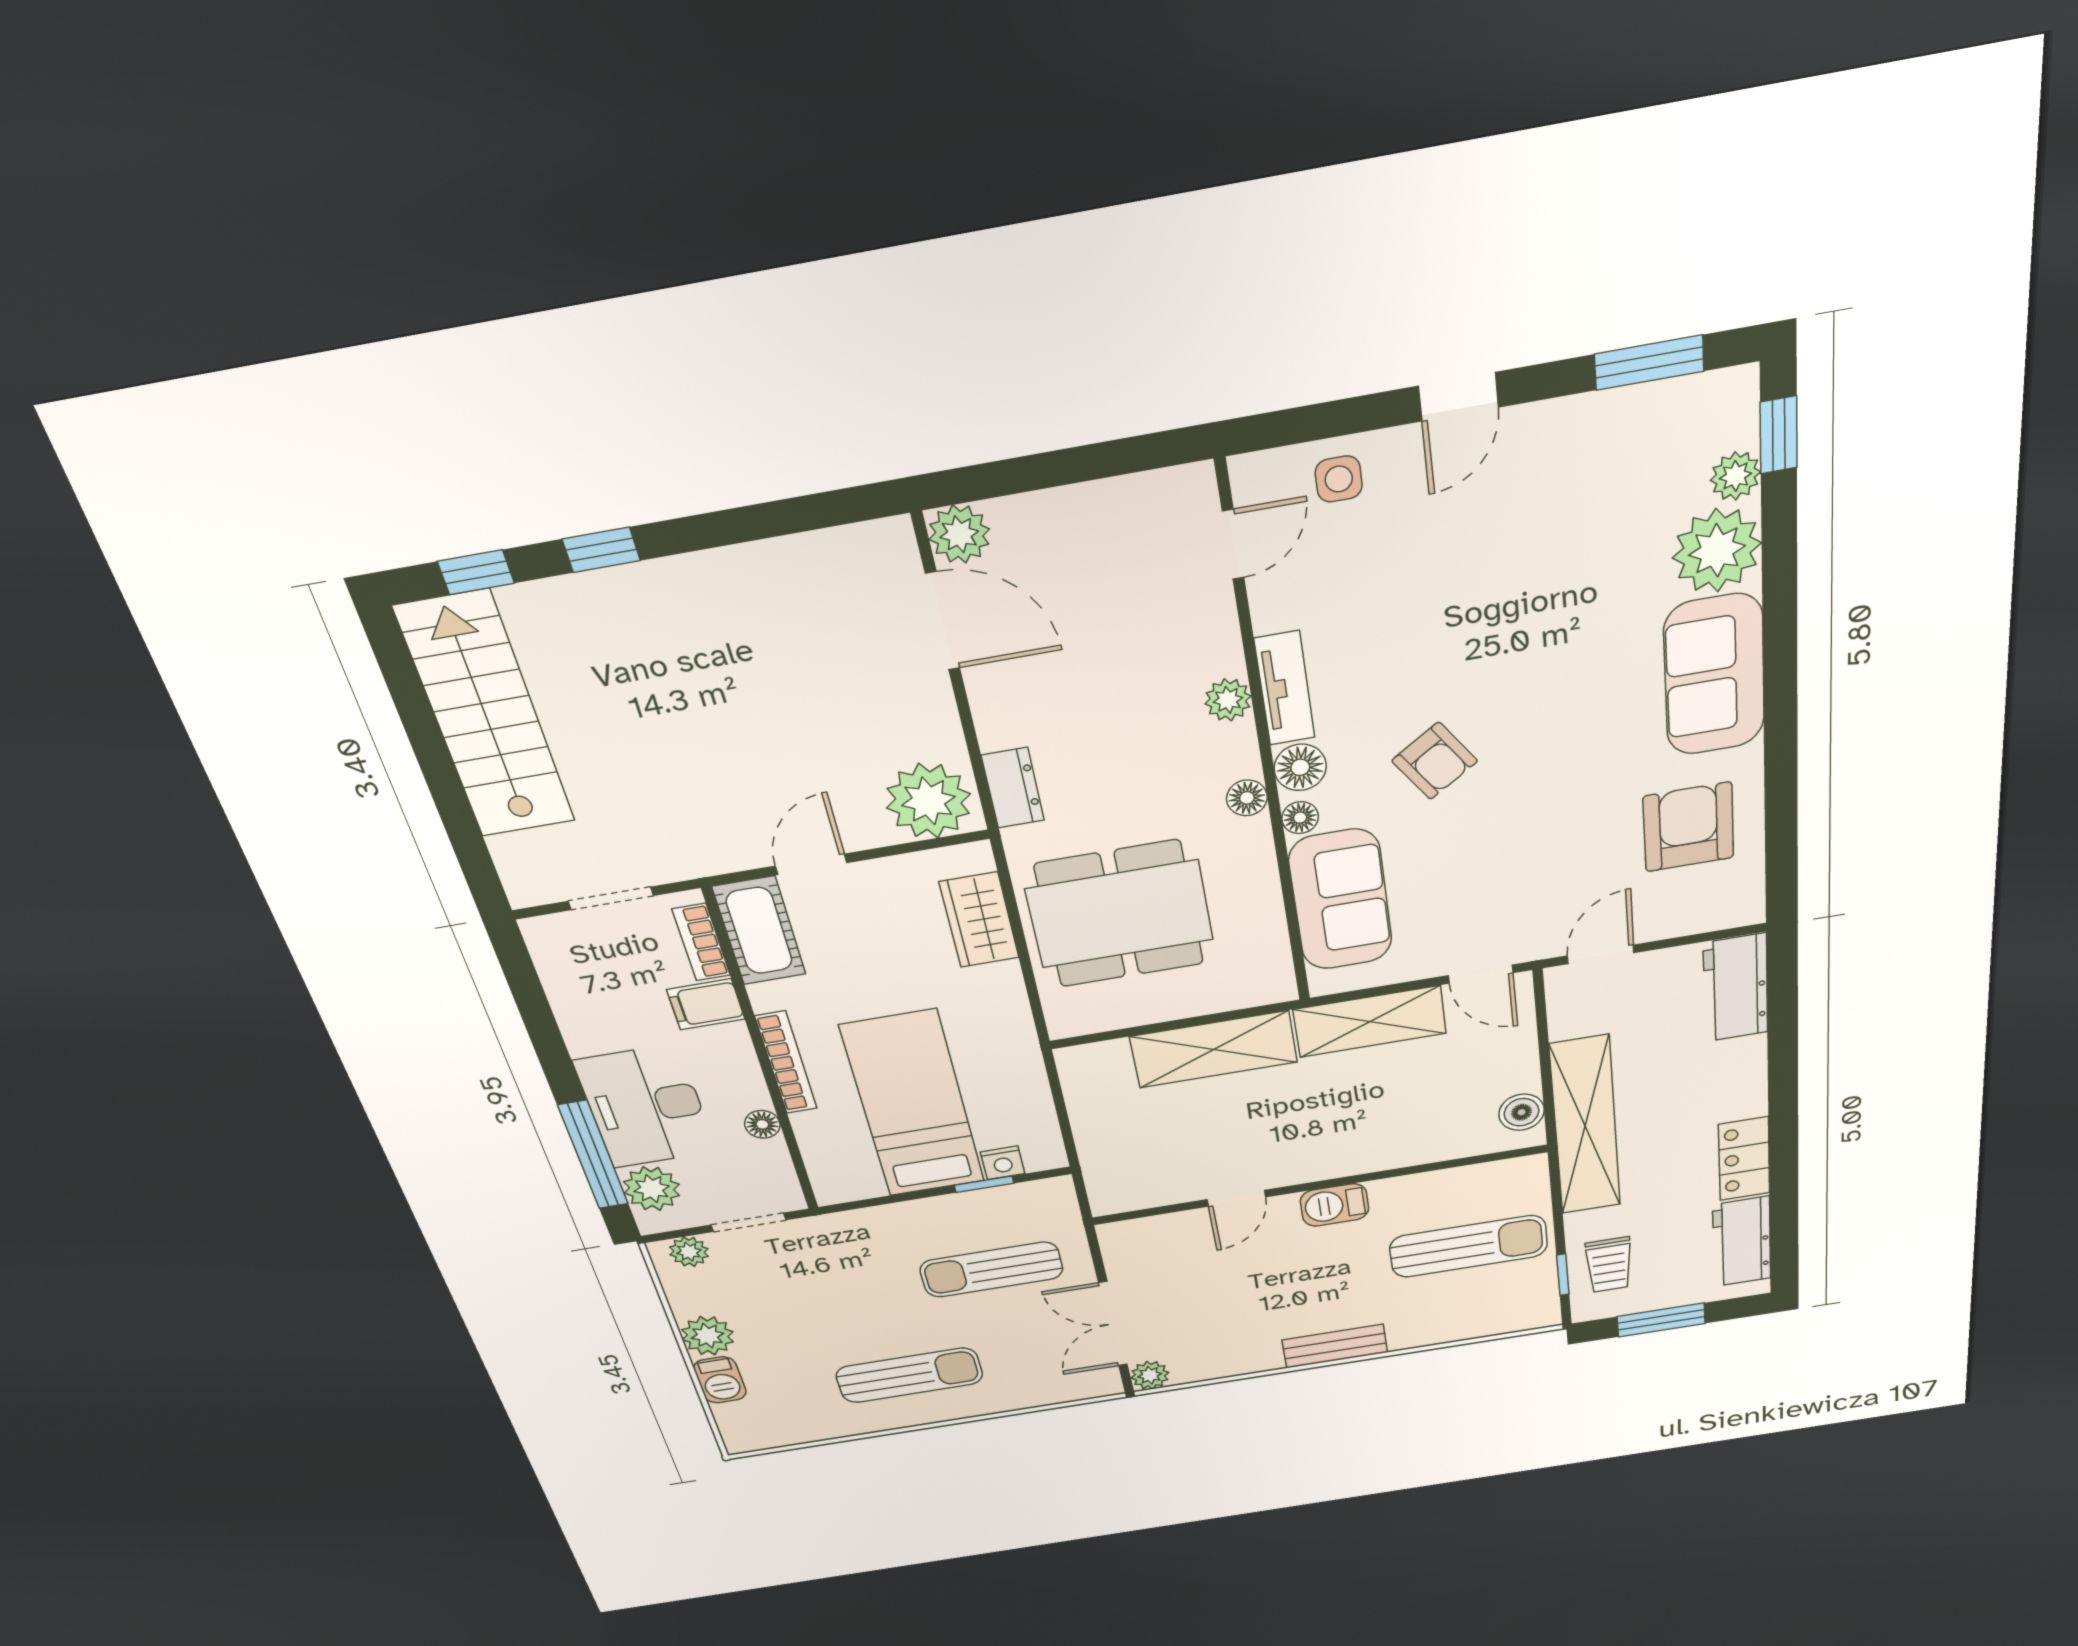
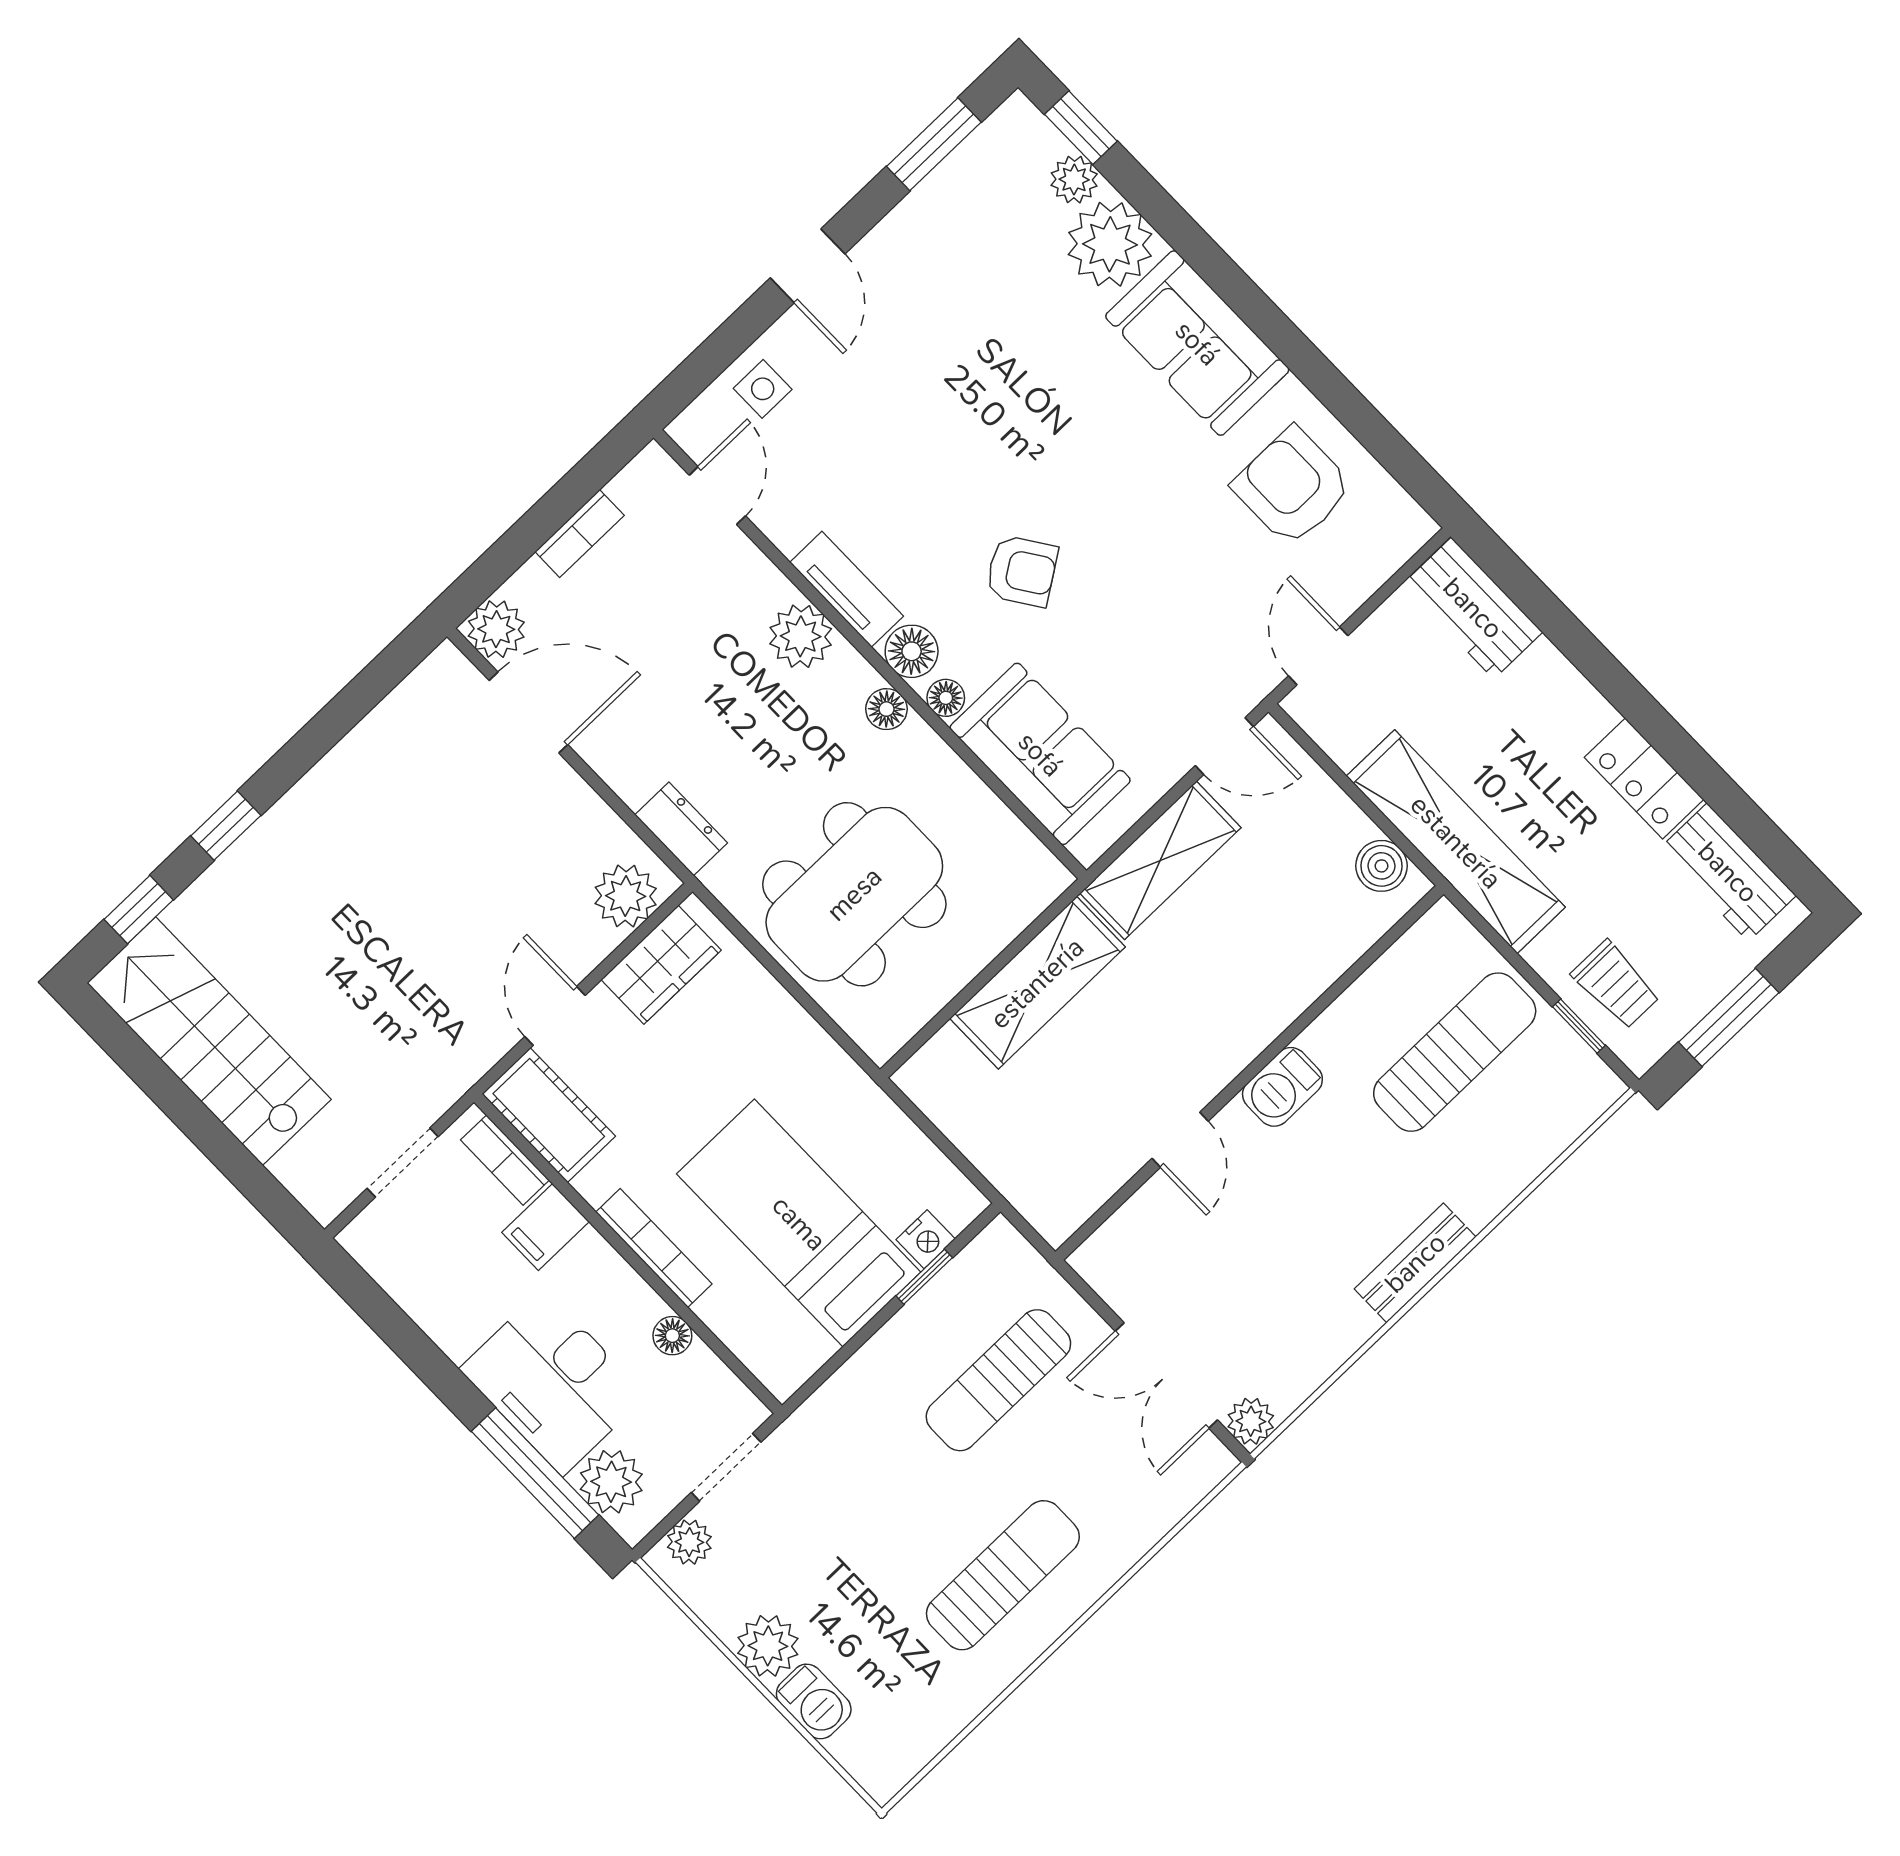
bookcase: (1089, 500) -> (580, 534), added
plant: (1228, 700) -> (801, 636), width x1.38, depth x1.38
plant: (928, 801) -> (626, 896), width x0.73, depth x0.73
wardrobe: (979, 920) -> (661, 965), moved, turned -90

